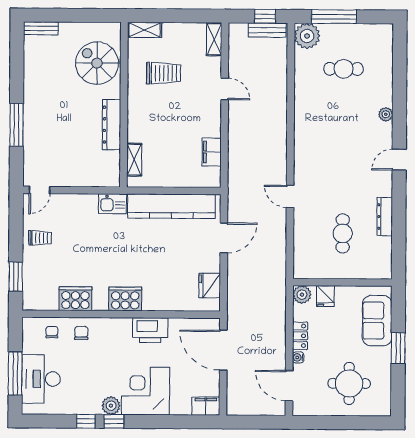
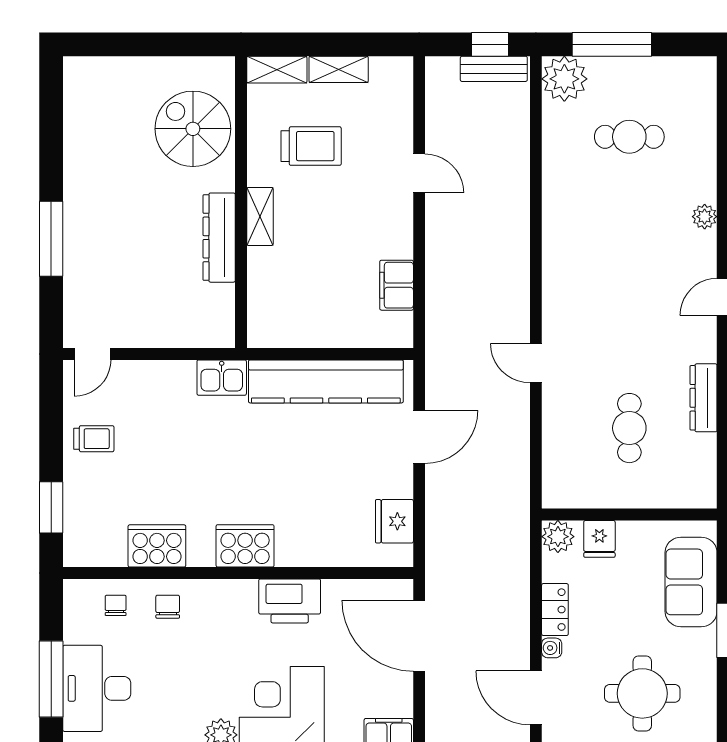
bench: (41, 28) -> (93, 68), removed
shelving: (214, 39) -> (339, 69), moved, turned 90
shelving: (134, 160) -> (260, 216), moved

